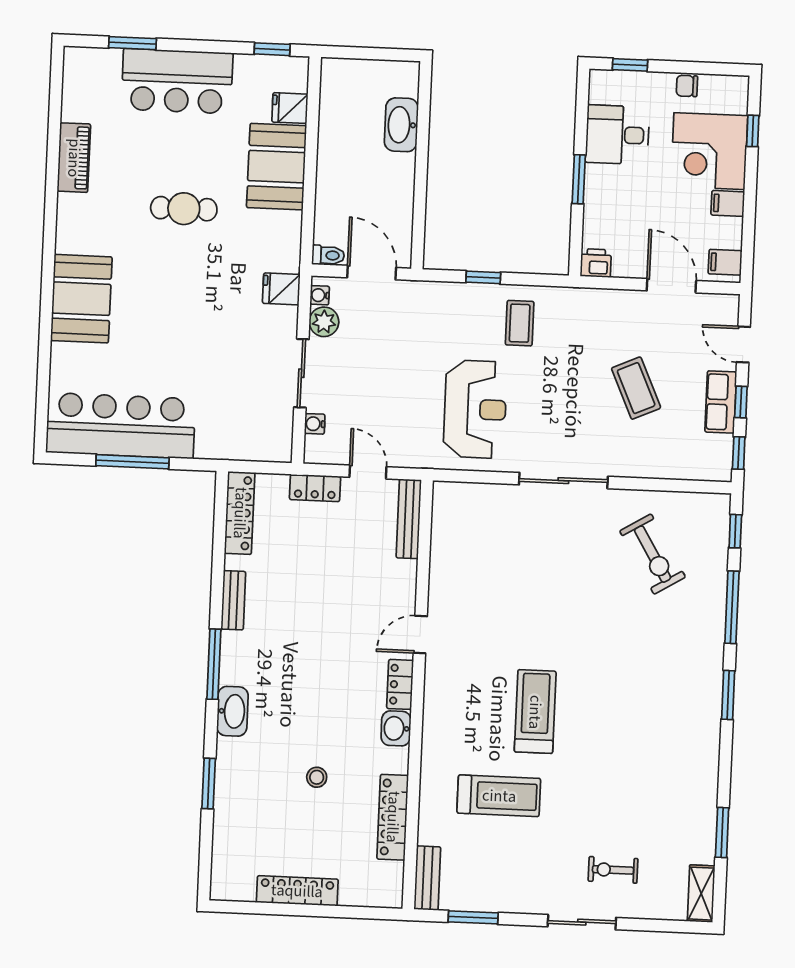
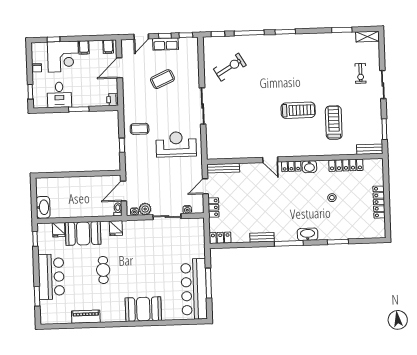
washbasin: (401, 125) -> (43, 207), moved, turned -90
fridge: (281, 289) -> (116, 228), moved
locker: (240, 513) -> (220, 238), width x0.66
treadmill: (535, 712) -> (298, 110), turned 180

